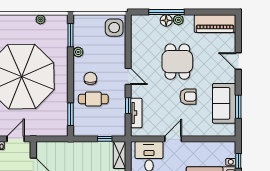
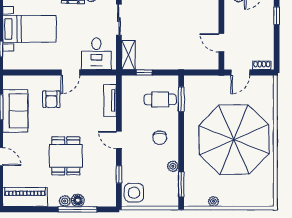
armchair: (188, 97) -> (51, 99), moved, turned -90
cafe table: (93, 99) -> (160, 99), moved
window: (128, 106) -> (119, 175), moved

